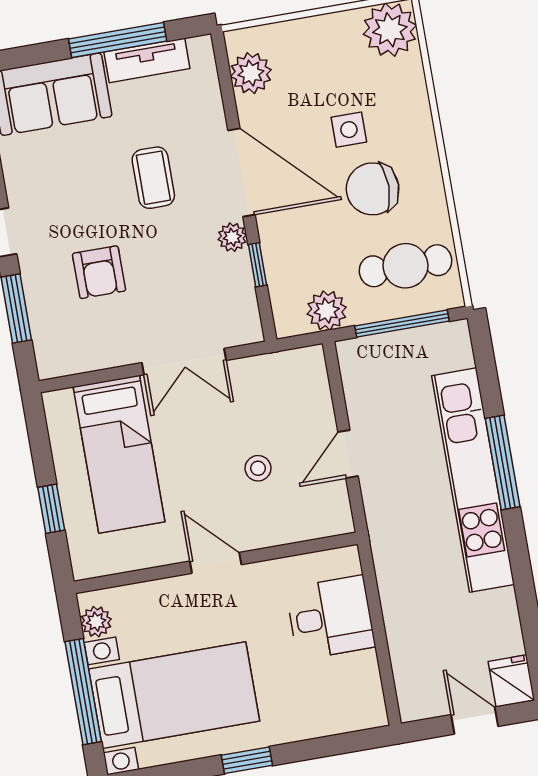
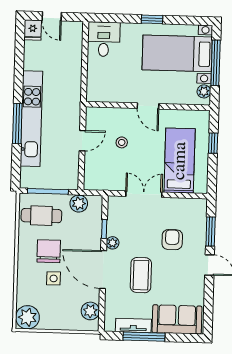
coffee table: (153, 178) -> (141, 275), width x1.36, depth x1.30
chair: (373, 189) -> (49, 251), turned -90
desk: (330, 617) -> (104, 39), moved, turned 90

